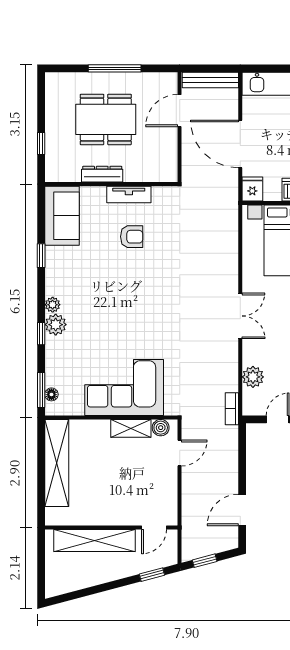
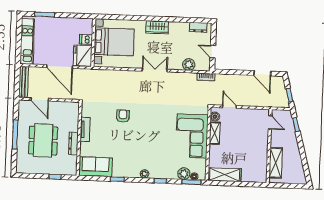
door: (240, 144) -> (60, 67), hinge flipped
fridge: (252, 189) -> (83, 56), width x1.88, depth x1.34
armchair: (132, 237) -> (123, 116), moved
plant: (56, 325) -> (184, 174), moved
shelving: (57, 463) -> (225, 175), width x0.68
shelving: (94, 540) -> (276, 163), width x0.68

